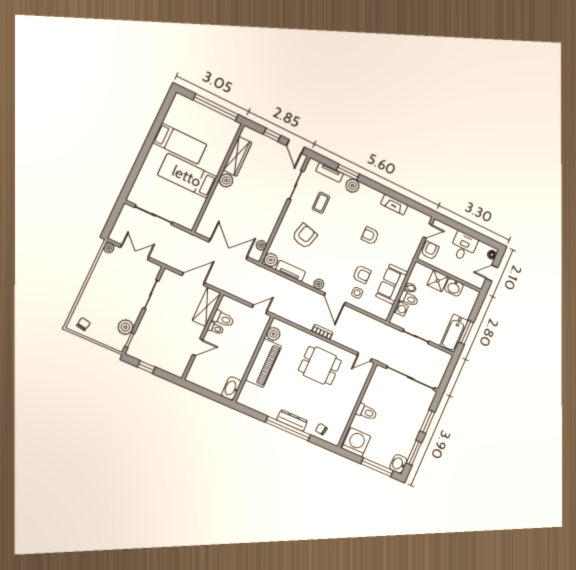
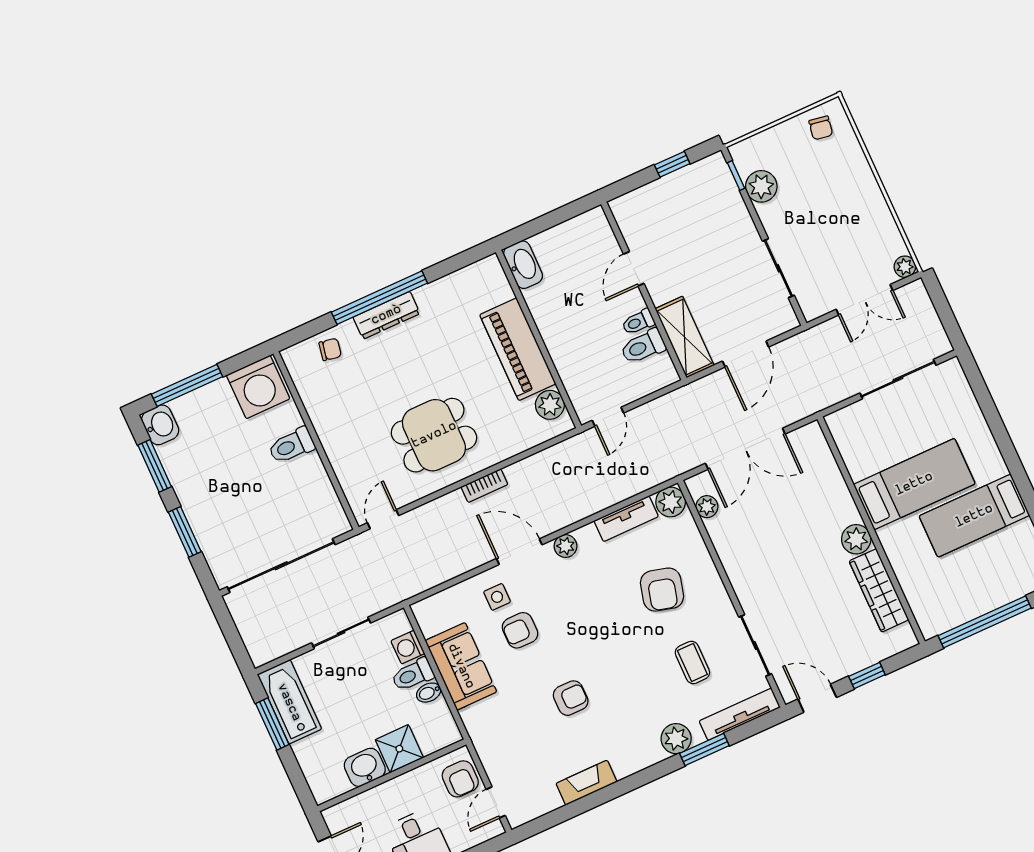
tv unit: (330, 172) -> (740, 714), width x1.41

